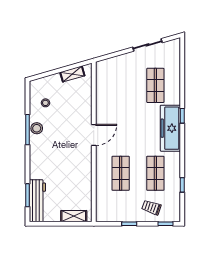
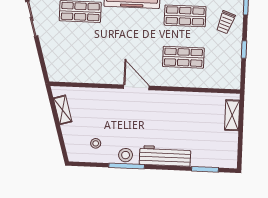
workbench: (37, 201) -> (165, 156), moved

